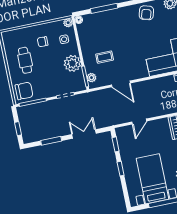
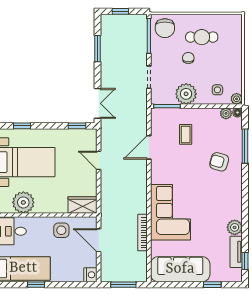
armchair: (146, 13) -> (219, 162), moved
chair: (43, 42) -> (188, 58), moved
plant: (91, 78) -> (226, 113), moved
double door: (84, 134) -> (97, 103), moved
window: (121, 169) -> (22, 126), moved

